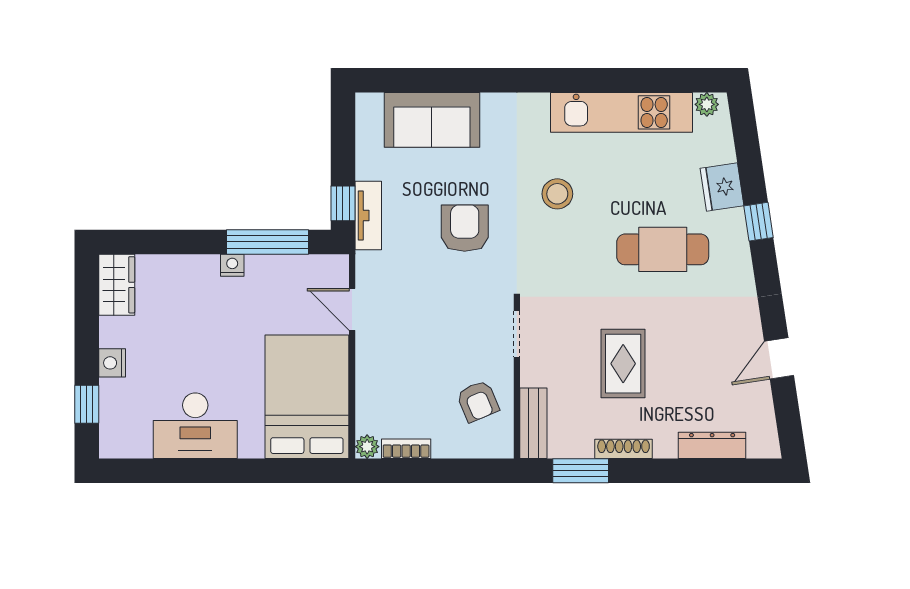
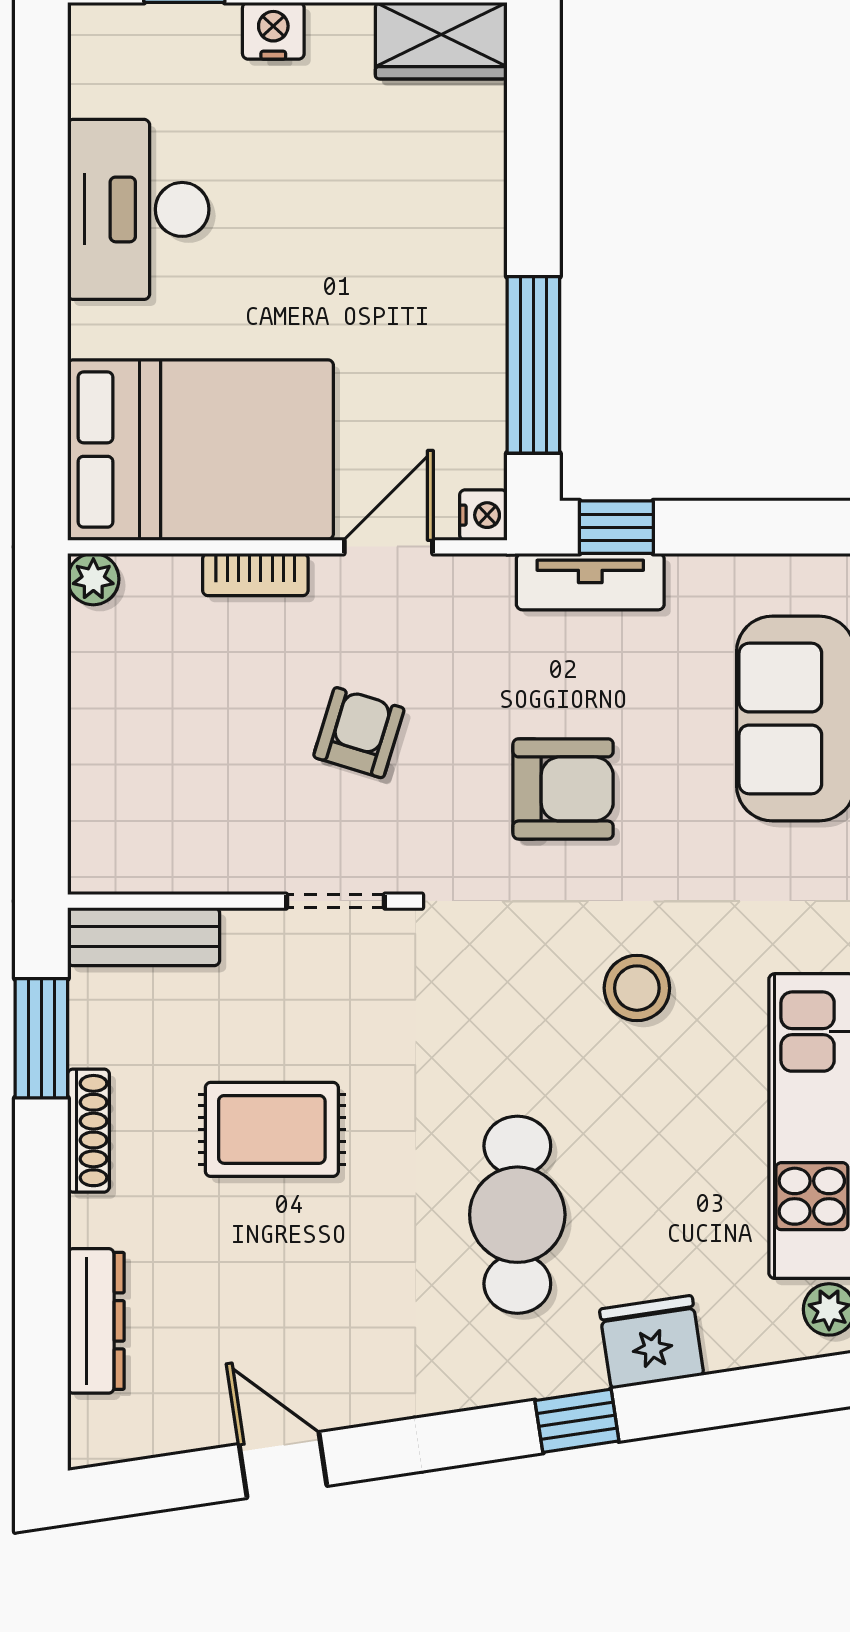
nightstand: (232, 265) -> (483, 515), moved
armchair: (478, 401) -> (359, 733), moved, turned 130
bookcase: (406, 449) -> (255, 575), moved, turned 90

